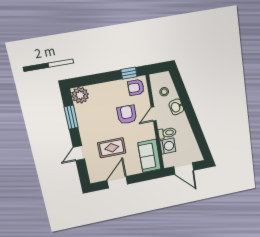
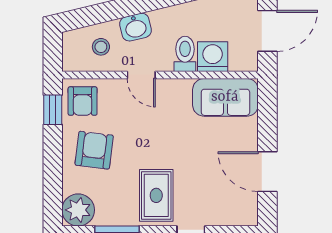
armchair: (127, 115) -> (94, 150), moved, turned 97
rug: (112, 148) -> (156, 195), moved

